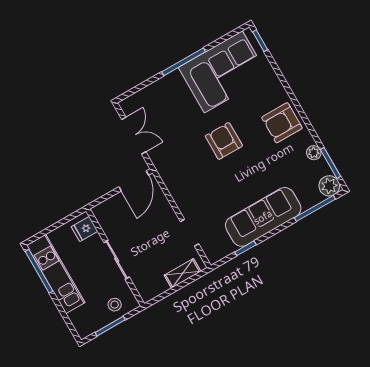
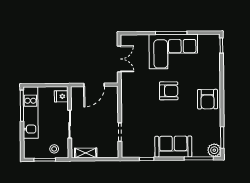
corner sofa: (223, 72) -> (173, 52), moved
armchair: (282, 123) -> (208, 99), turned -90
armchair: (224, 141) -> (169, 91), turned 90
plant: (314, 153) -> (216, 126), removed
door: (134, 181) -> (94, 85), moved
sofa: (263, 217) -> (173, 147), width x0.73
shelving: (182, 273) -> (86, 153), moved

